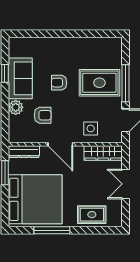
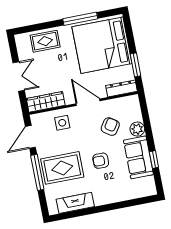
fireplace: (93, 45) -> (75, 203), added
armchair: (59, 83) -> (101, 161), turned 180
armchair: (43, 115) -> (110, 127), turned 123

